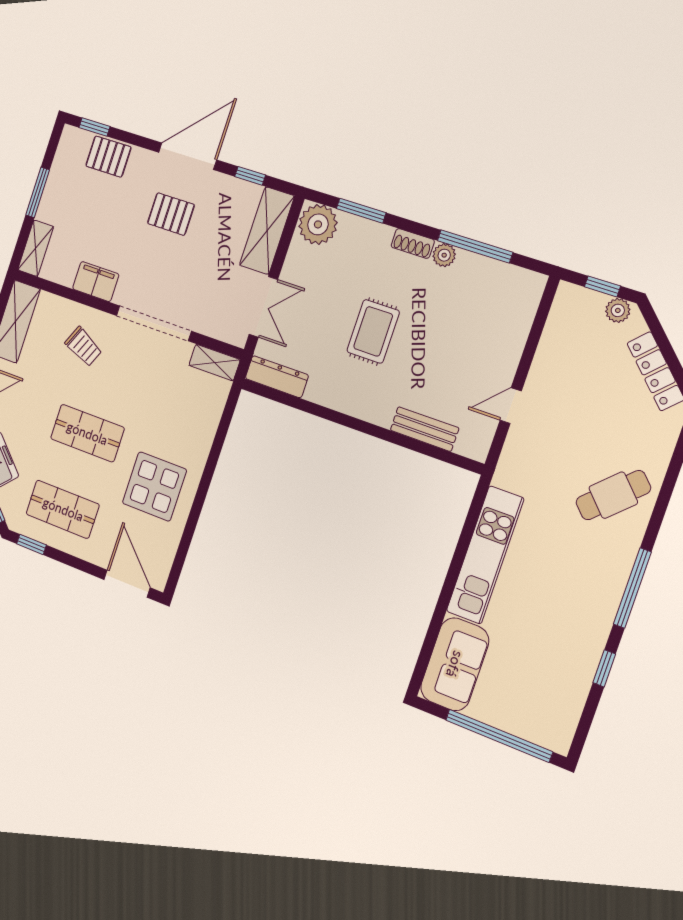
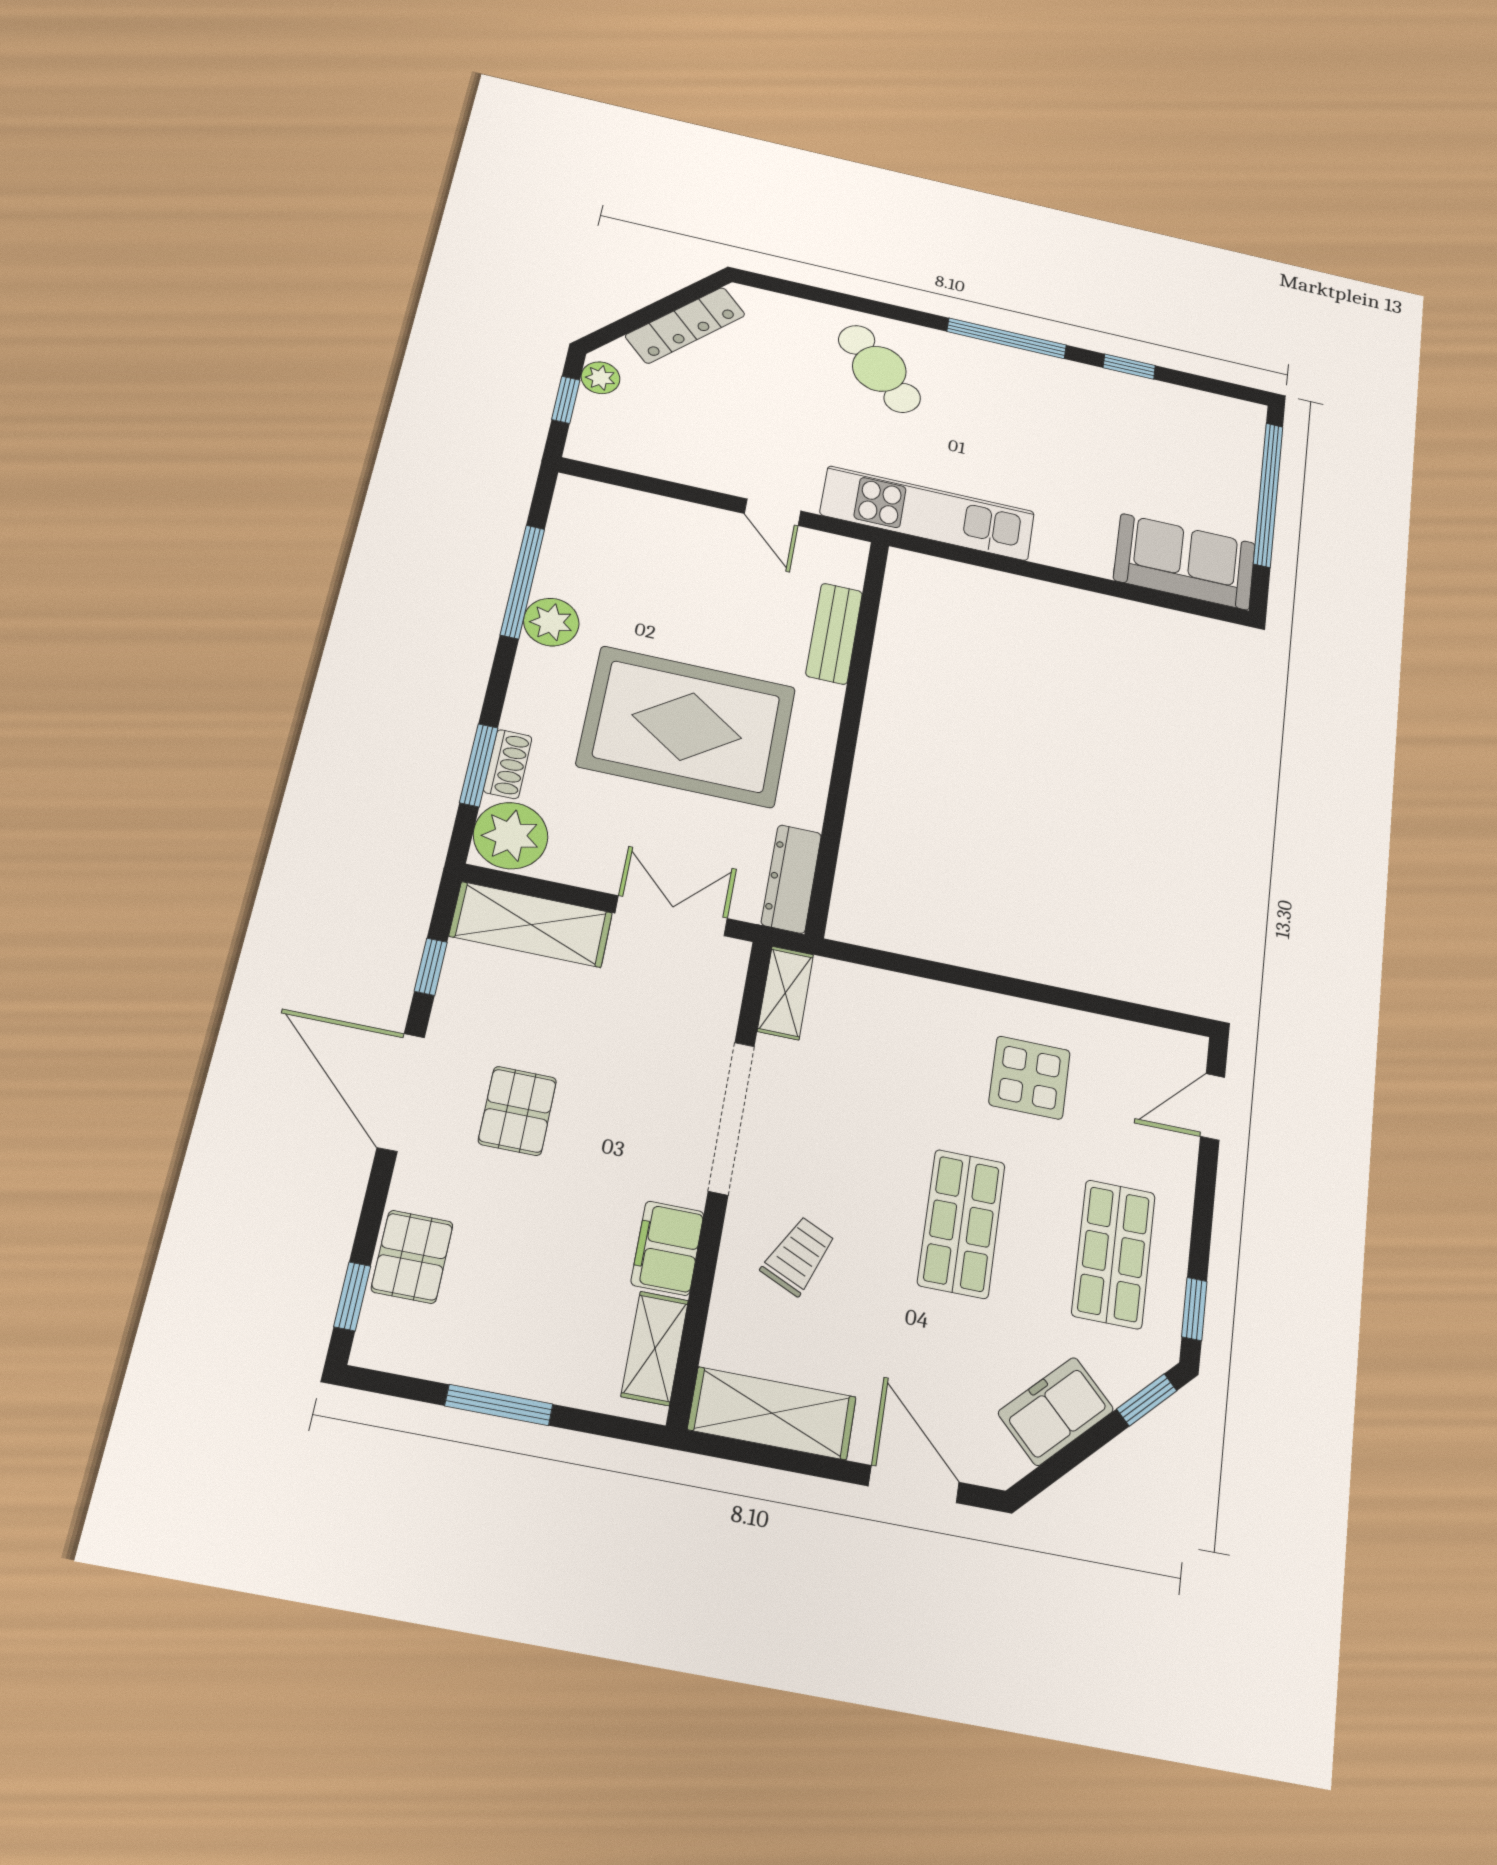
shoe rack: (413, 243) -> (508, 764), moved
shelving: (36, 248) -> (655, 1348), moved, turned 90
plant: (444, 255) -> (551, 622), width x1.38, depth x1.38
rug: (373, 331) -> (687, 726), width x1.86, depth x2.06
display table: (154, 486) -> (1030, 1078), width x0.73, depth x0.73
kitchen unit: (485, 555) -> (928, 513), moved
door: (127, 584) -> (1213, 1107), width x0.73

